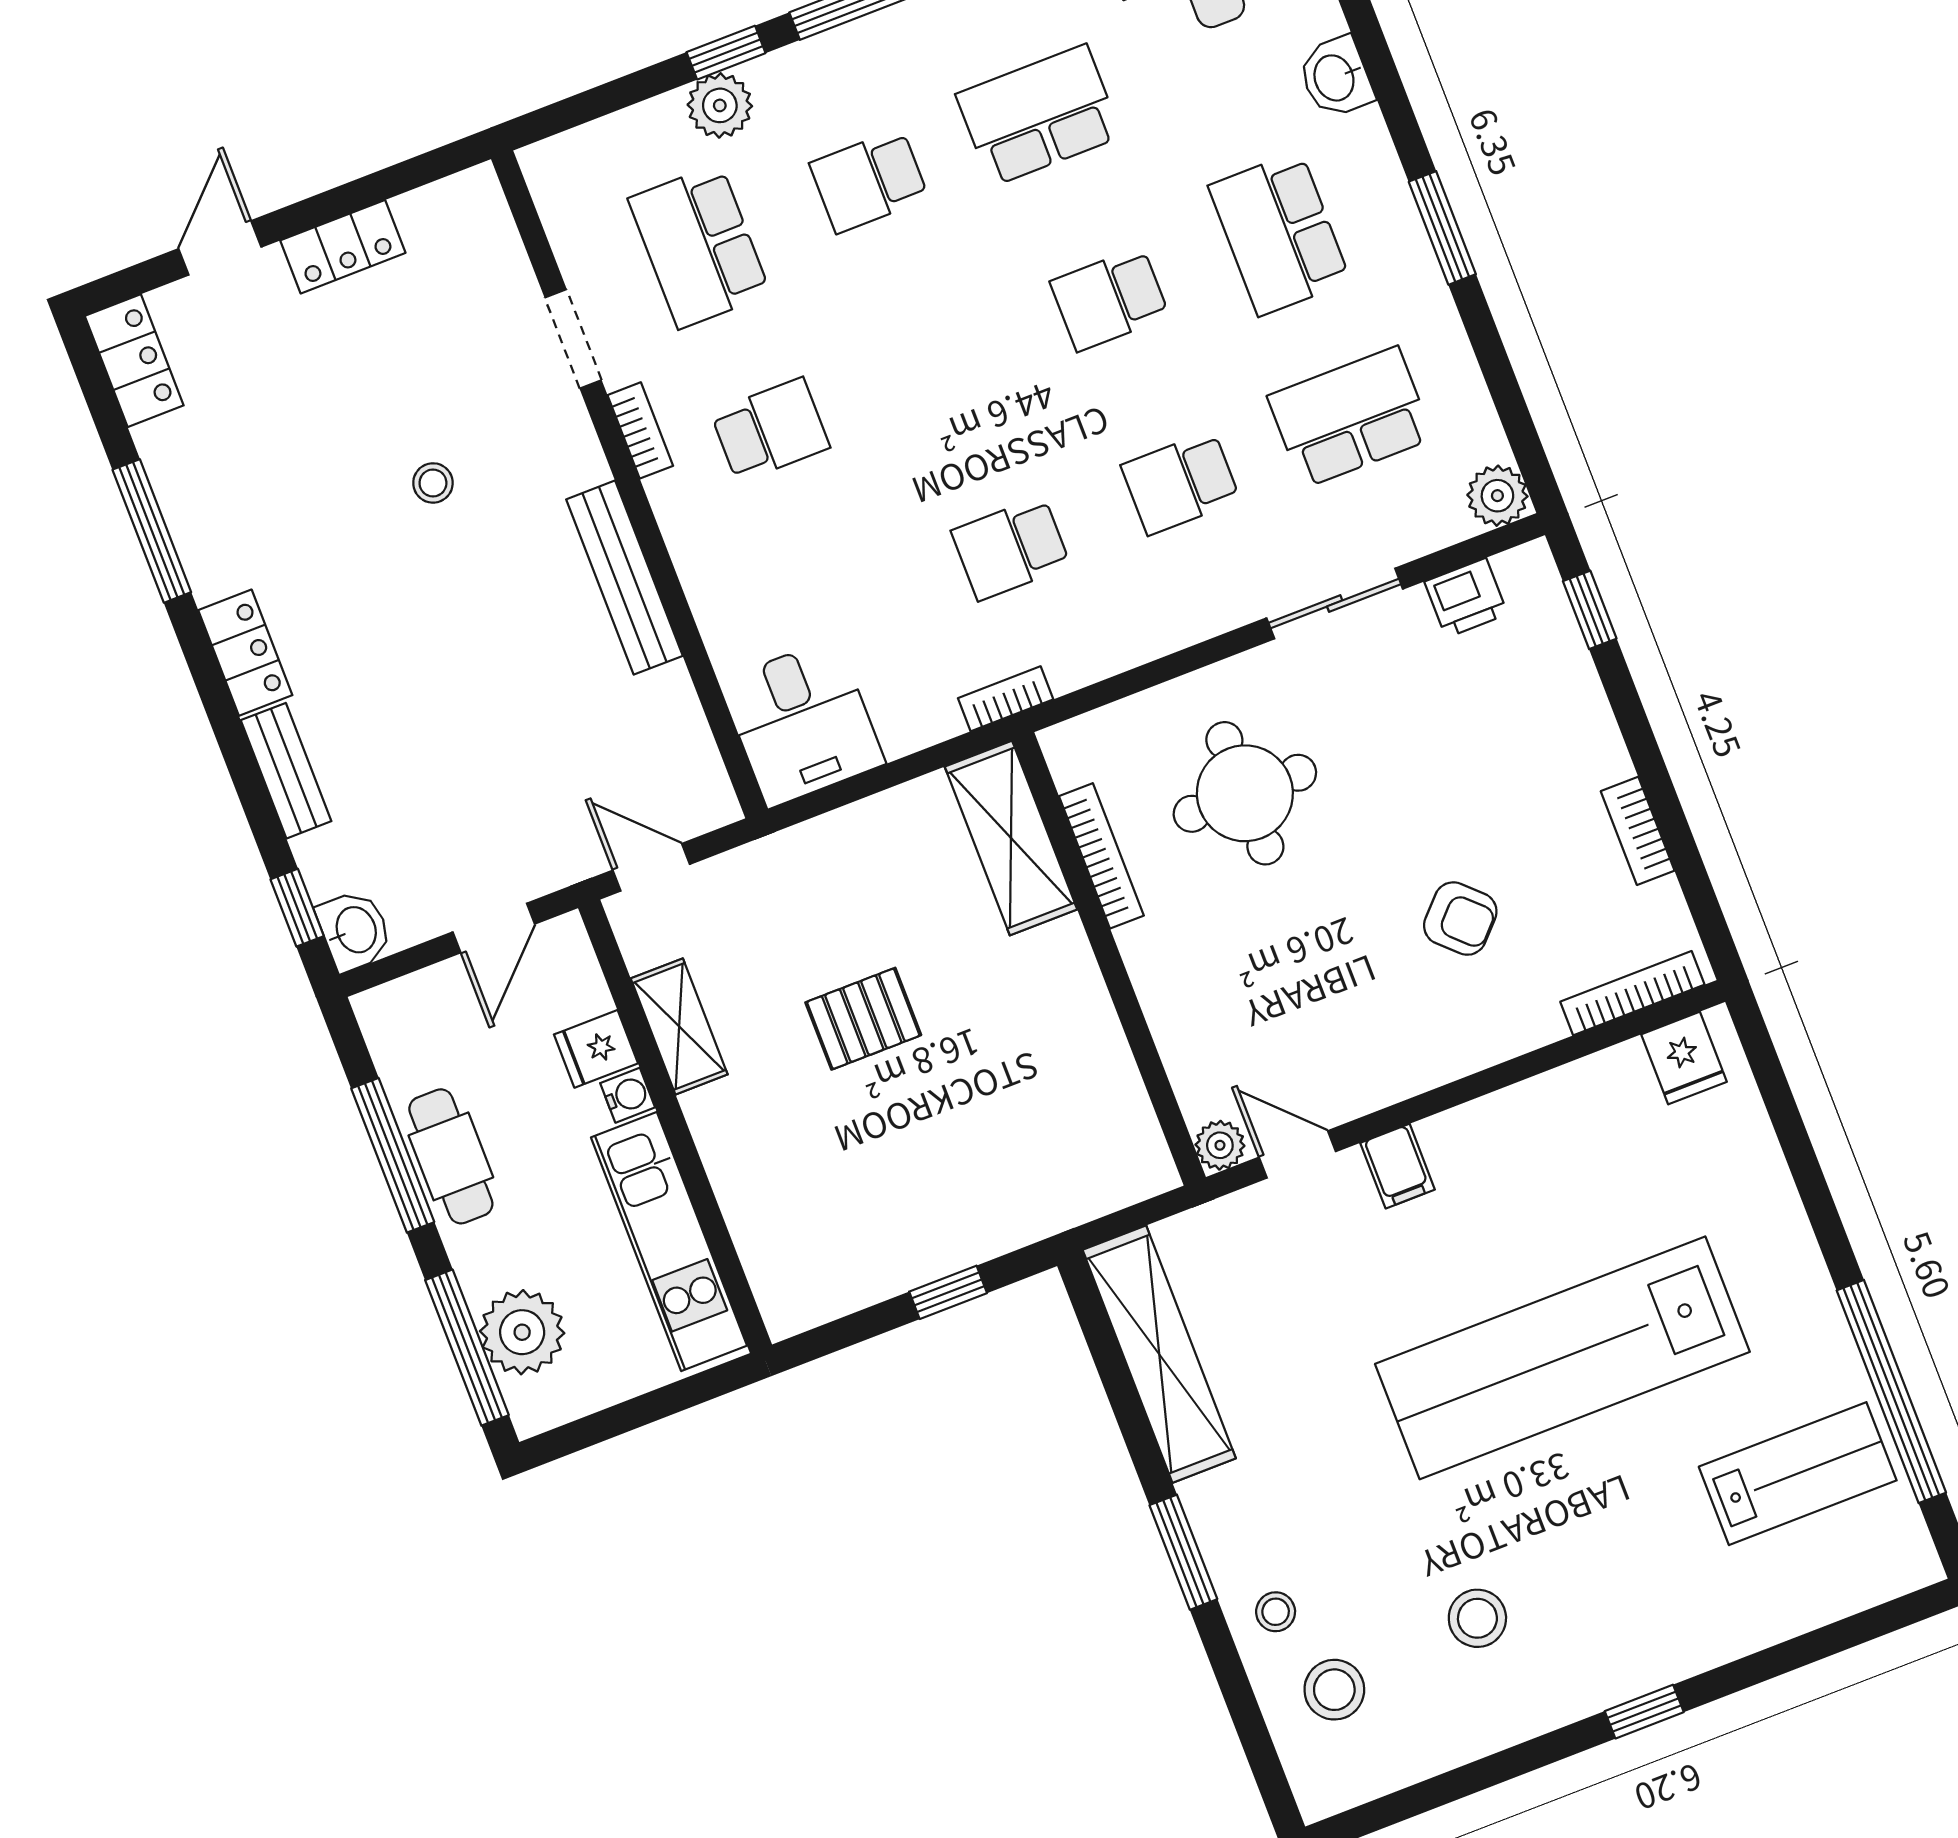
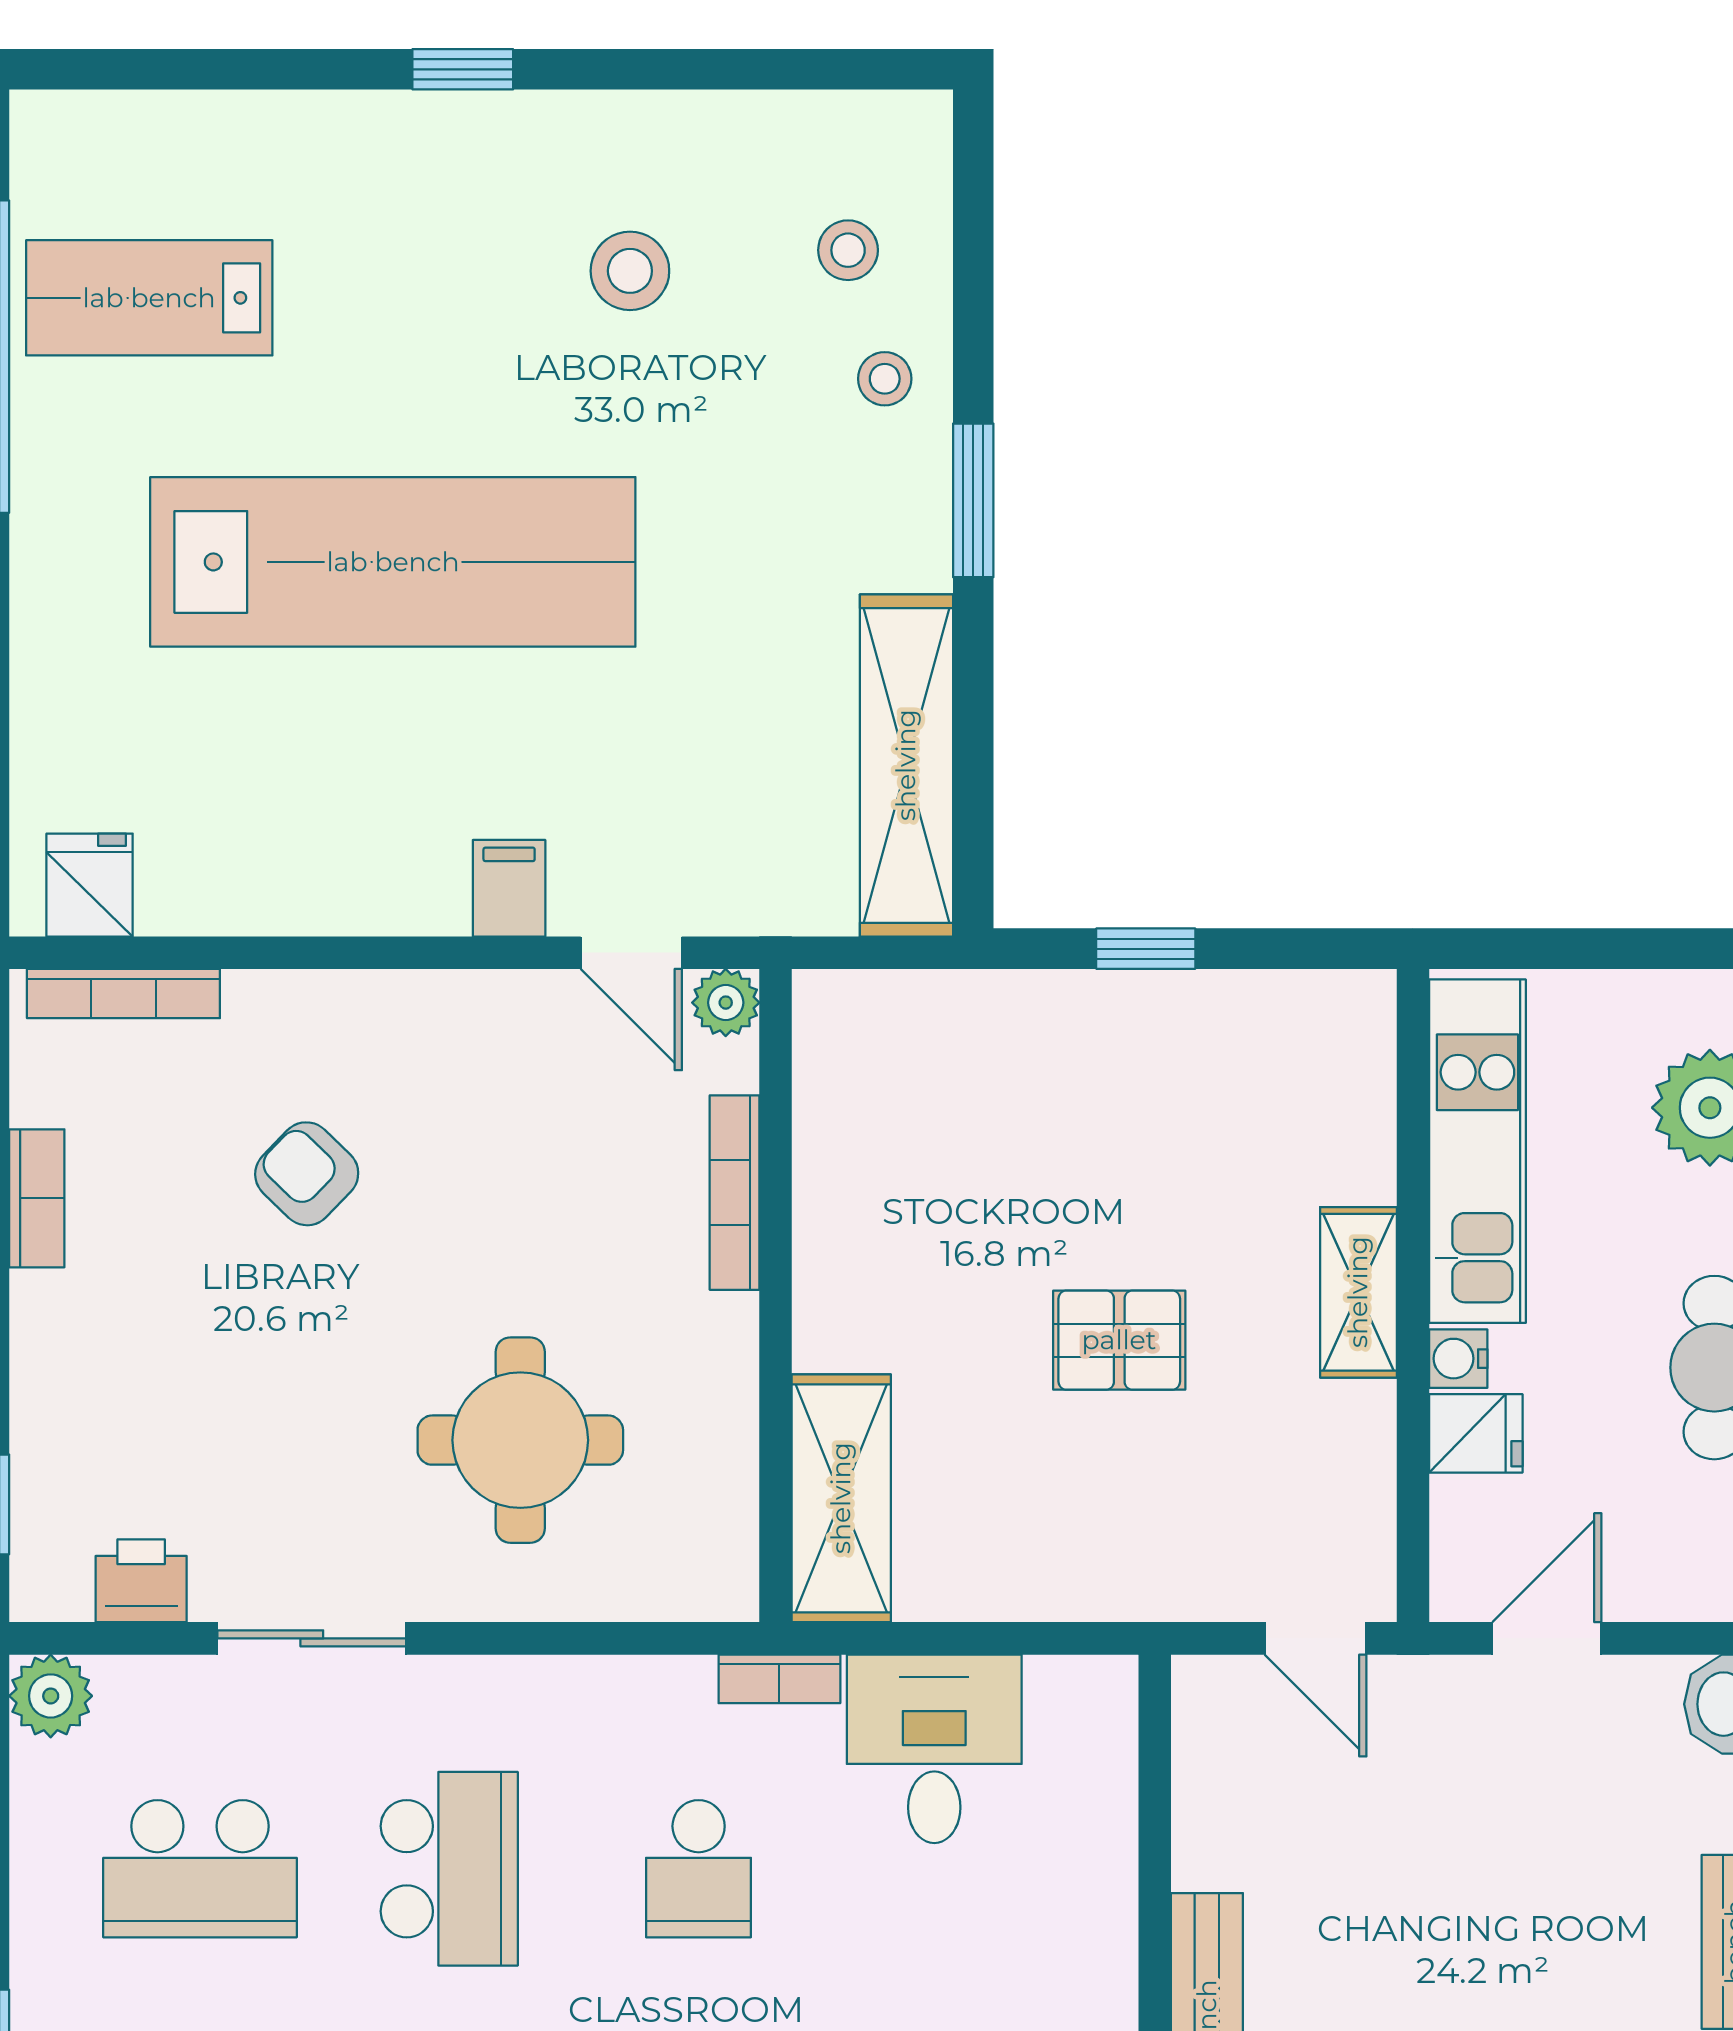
school desk: (1181, 483) -> (449, 1869), width x1.85
school desk: (1011, 548) -> (699, 1869), turned 90
desk: (802, 723) -> (934, 1749), moved
bookcase: (1101, 856) -> (735, 1193), moved
shelving: (679, 1026) -> (1358, 1292), moved
stool: (1334, 1690) -> (848, 250), width x0.73, depth x0.73

